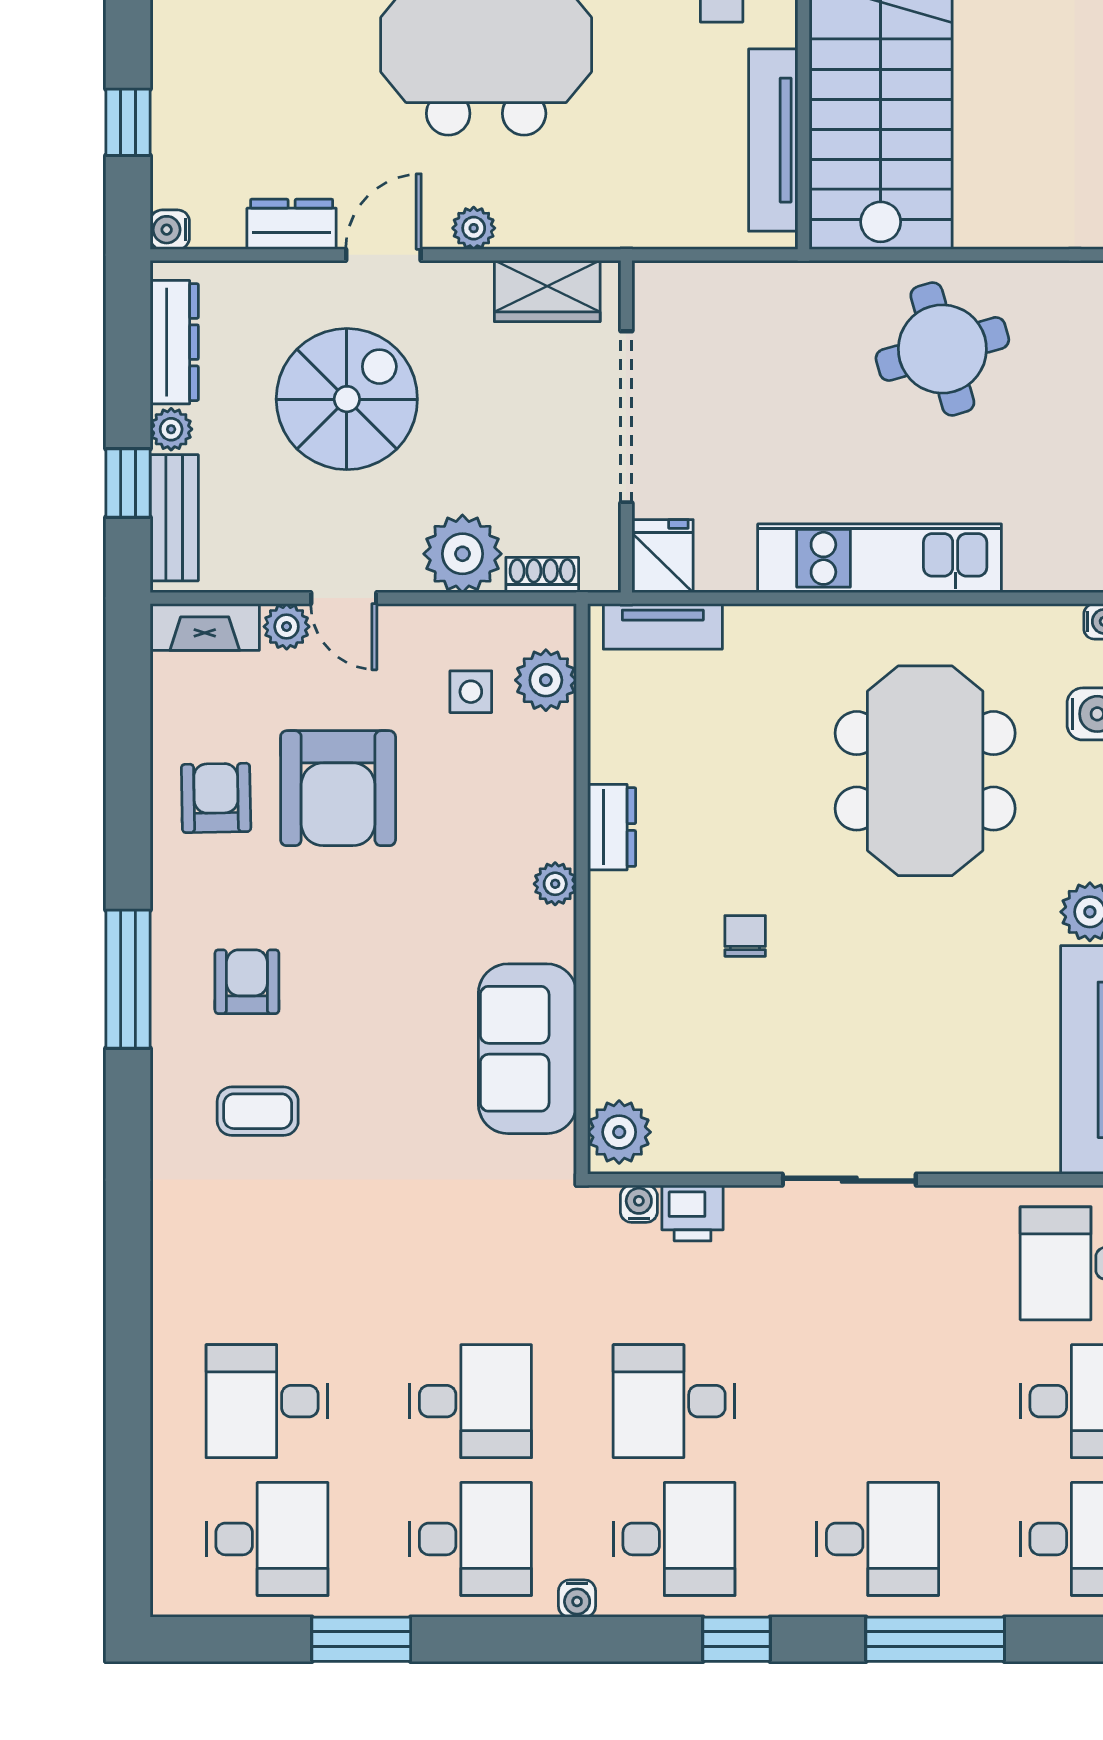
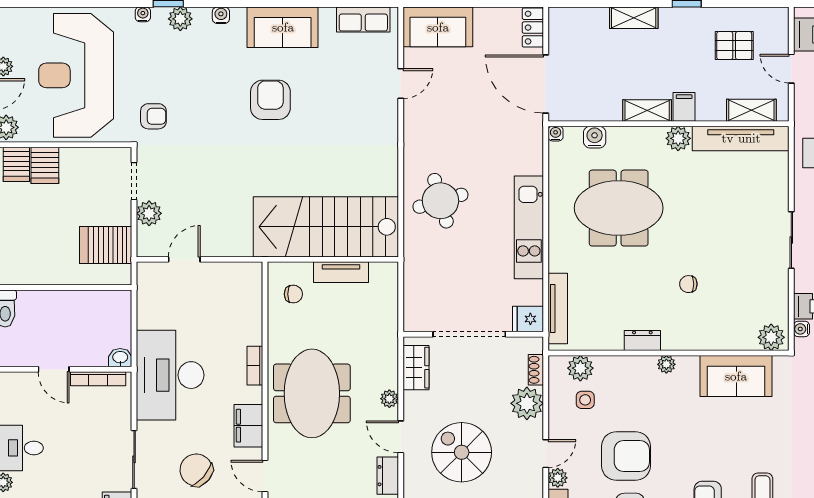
tv unit: (773, 140) -> (341, 272), width x0.71
tv unit: (663, 626) -> (558, 309), width x1.41

